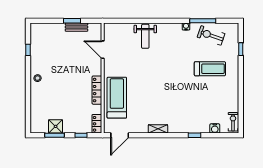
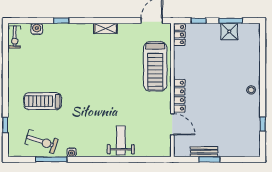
locker: (97, 90) -> (179, 96), moved

